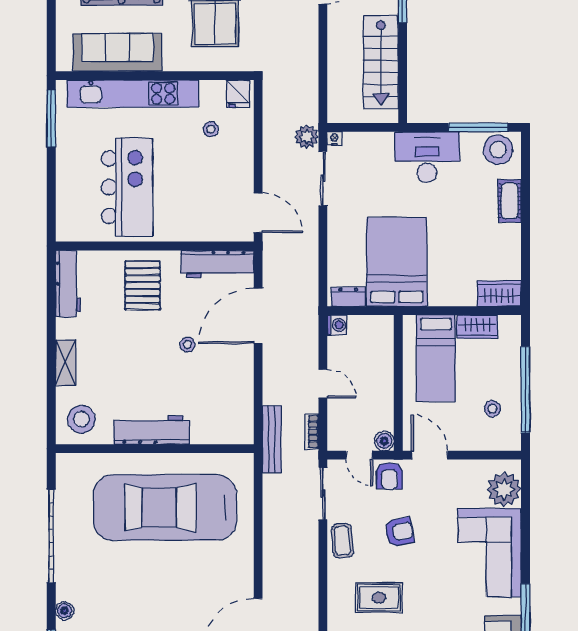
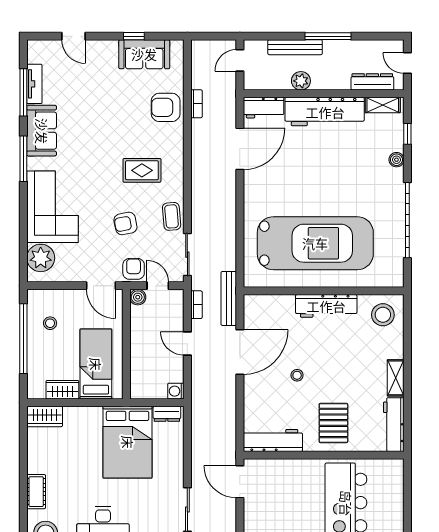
door: (258, 316) -> (240, 352), moved
shelving: (66, 363) -> (396, 378), moved

